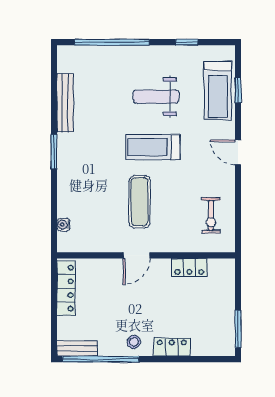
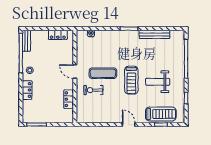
treadmill: (218, 91) -> (161, 114), turned 180
weight bench: (156, 97) -> (158, 82), turned -90
treadmill: (153, 147) -> (131, 80), turned 180
door: (238, 152) -> (129, 125), hinge flipped
exercise bike: (211, 215) -> (93, 90), moved
locker: (66, 288) -> (58, 35), width x0.66

